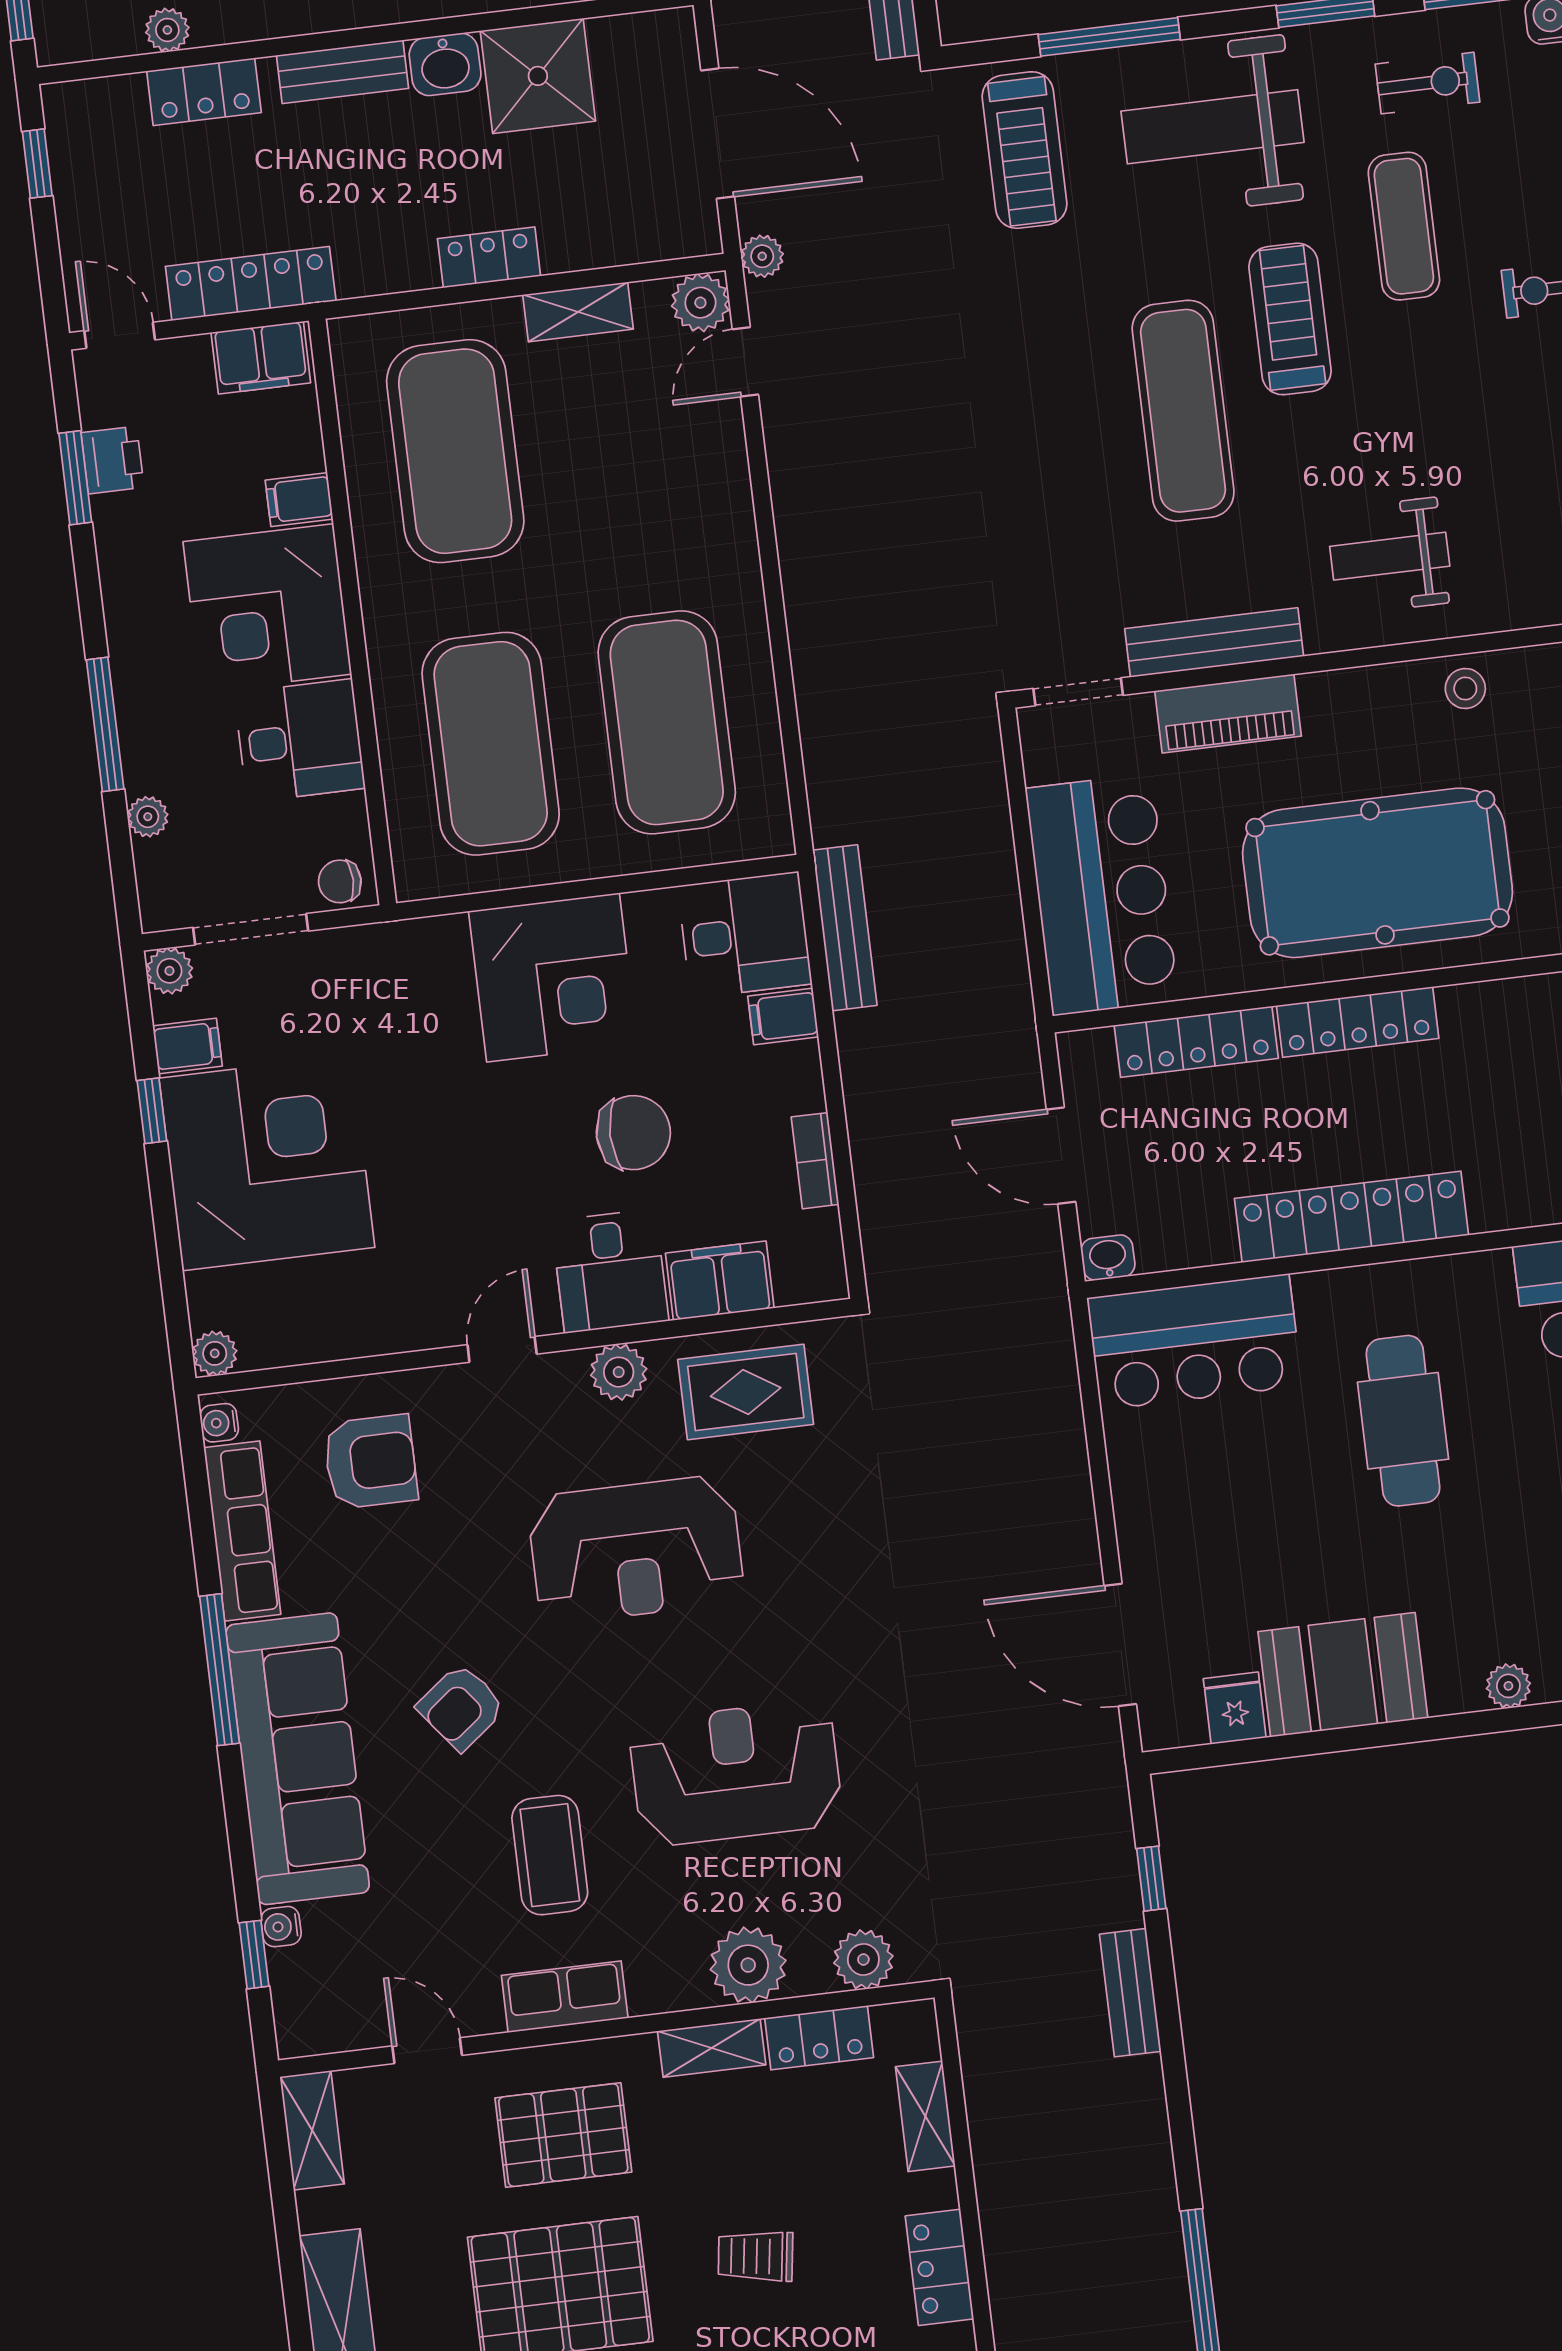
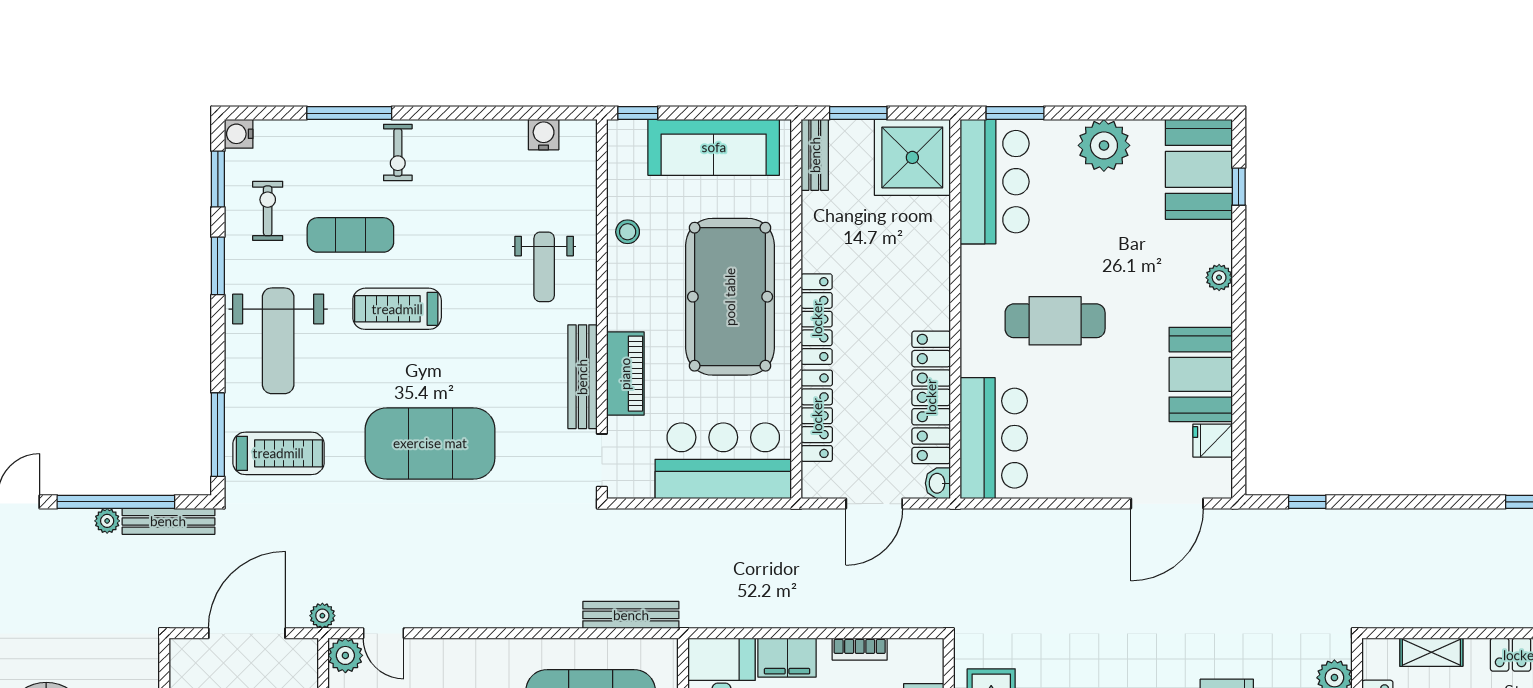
window: (1109, 37) -> (218, 435), moved
exercise mat: (1183, 411) -> (430, 443), moved, width x1.47
bench: (845, 928) -> (631, 615), moved
filing cabinet: (783, 1017) -> (787, 658), width x2.00
locker: (1352, 1217) -> (931, 397), moved
bench: (1130, 1993) -> (1373, 522), removed

